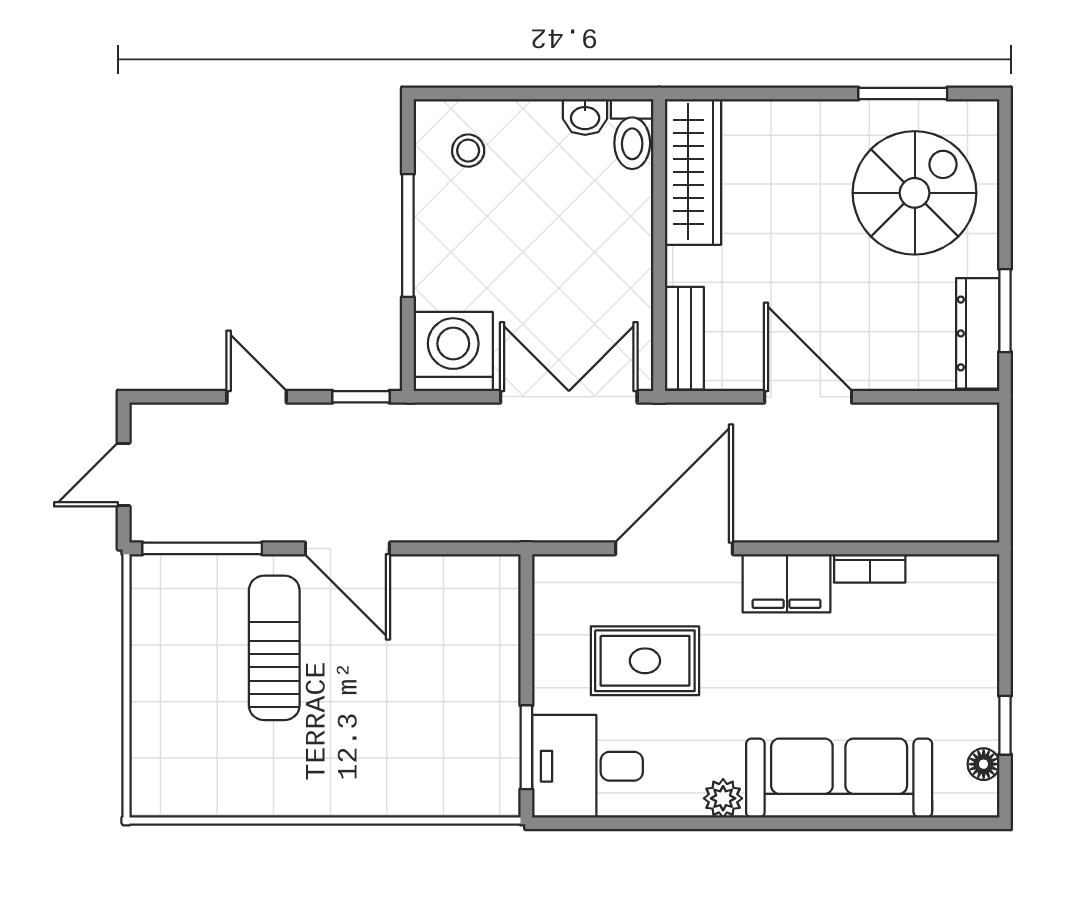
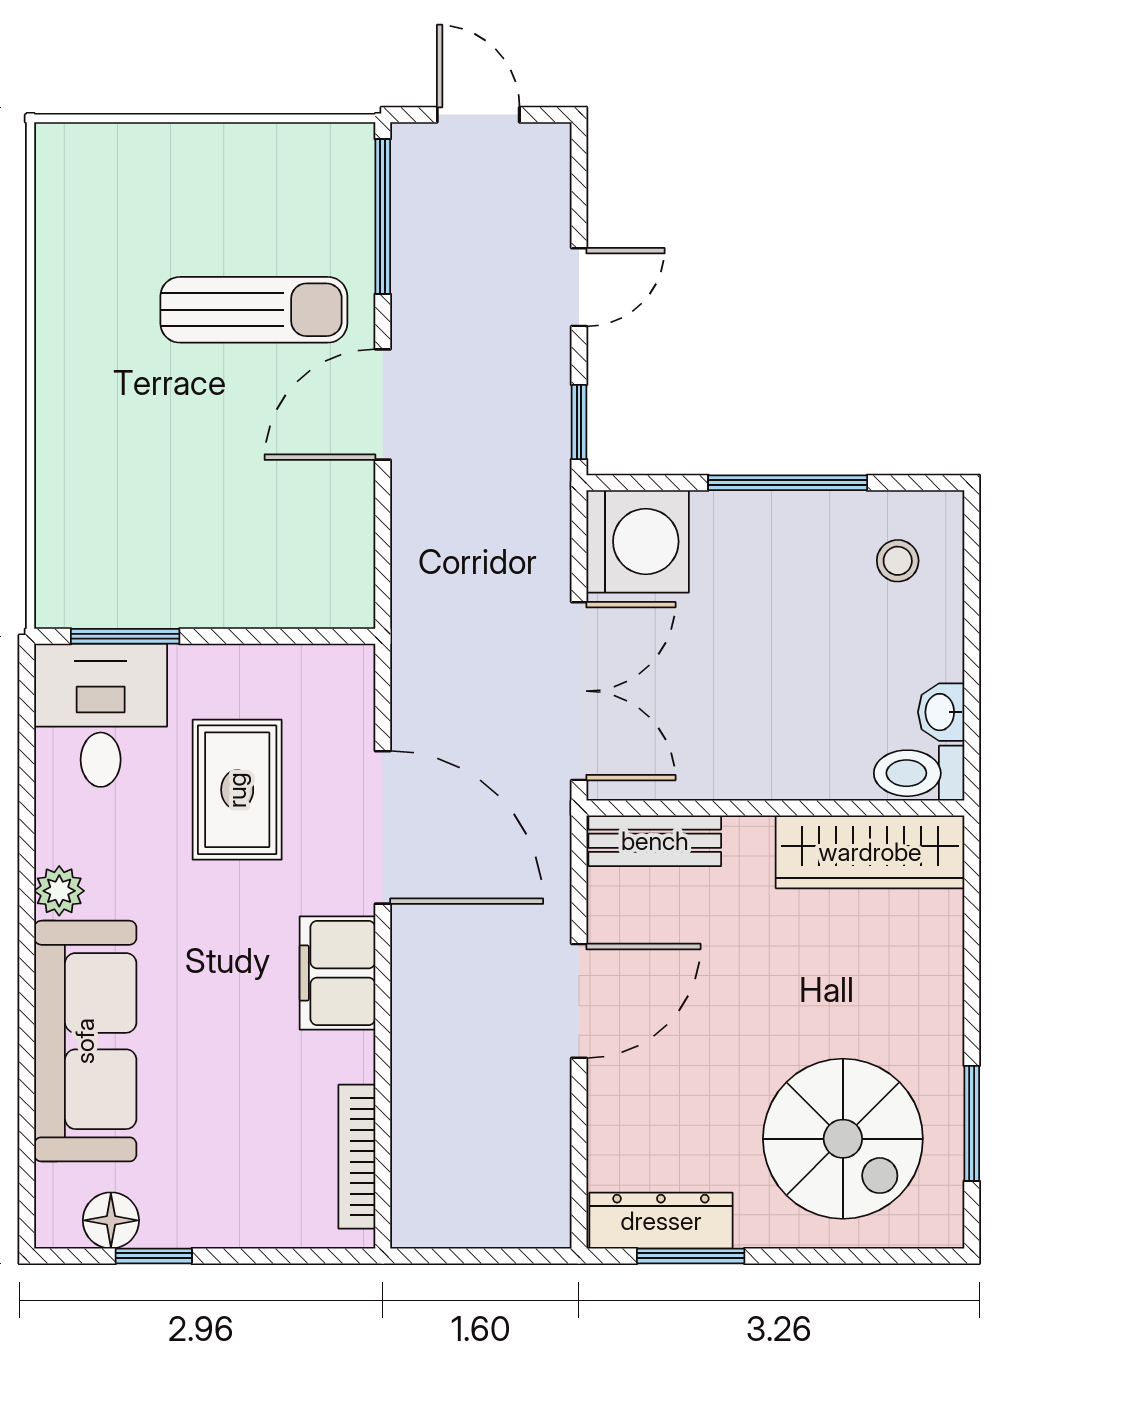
bookcase: (870, 568) -> (357, 1157), moved, width x1.56
floor lamp: (984, 764) -> (111, 1220), width x1.37, depth x1.37

